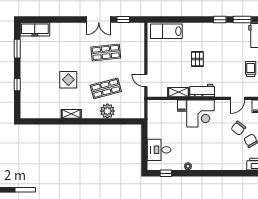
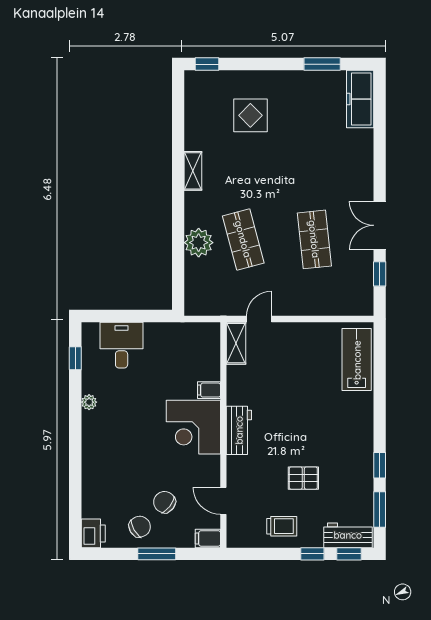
pallet: (197, 59) -> (303, 478), moved
display table: (68, 80) -> (250, 115), moved
window: (17, 85) -> (207, 64), moved
shelving: (178, 92) -> (236, 343), moved

